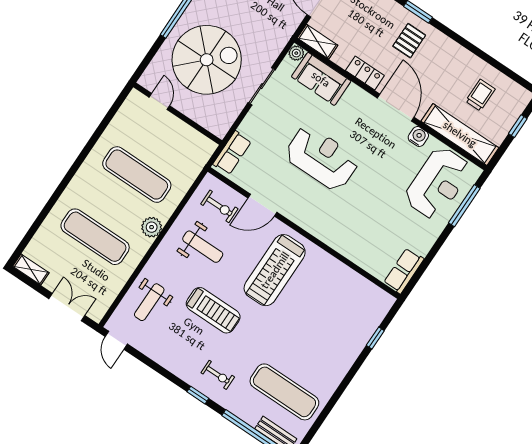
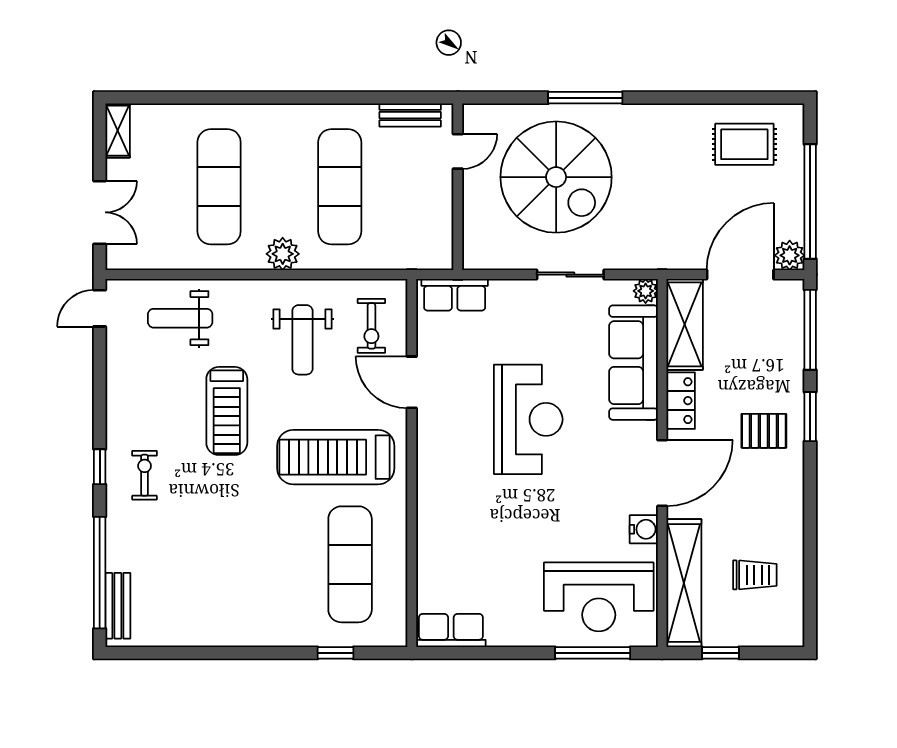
shelving: (318, 42) -> (685, 324), width x1.50, depth x1.33
sofa: (321, 79) -> (633, 363), width x1.36
bench: (124, 113) -> (410, 115), added
window: (518, 126) -> (720, 653), moved
exercise bike: (218, 375) -> (145, 475), turned 180
exercise mat: (284, 392) -> (350, 564), moved

